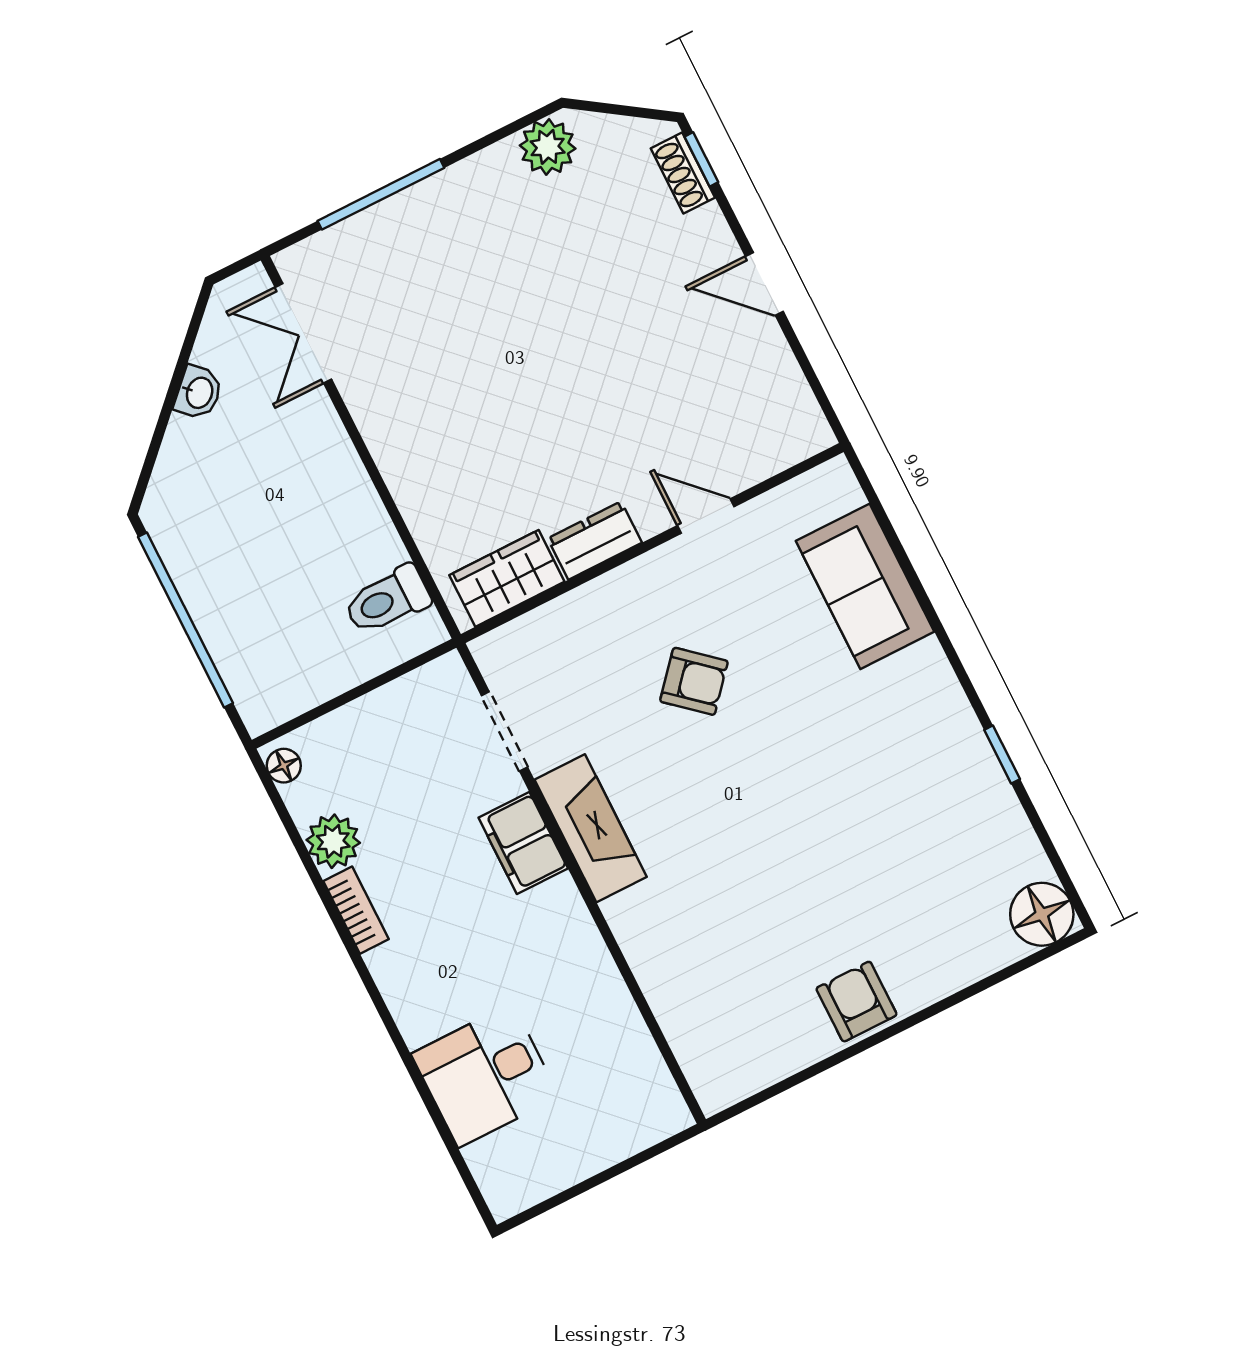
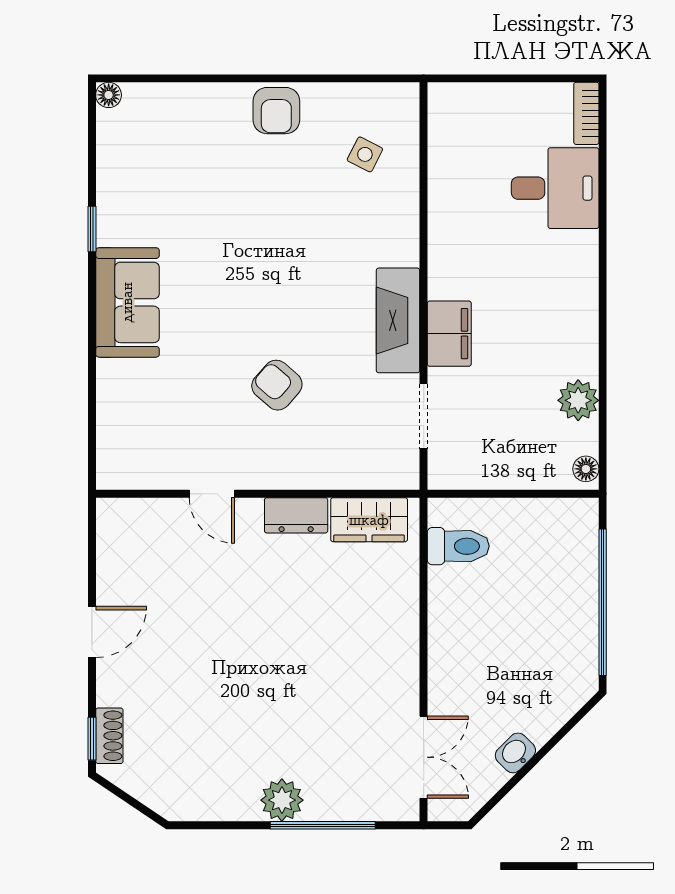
plant: (548, 147) -> (282, 800), moved
door: (764, 284) -> (92, 632), hinge flipped
sofa: (865, 586) -> (127, 302), moved
bookcase: (356, 910) -> (586, 113), moved
floor lamp: (1042, 914) -> (109, 95), width x0.53, depth x0.53
side table: (727, 1003) -> (365, 154), added

